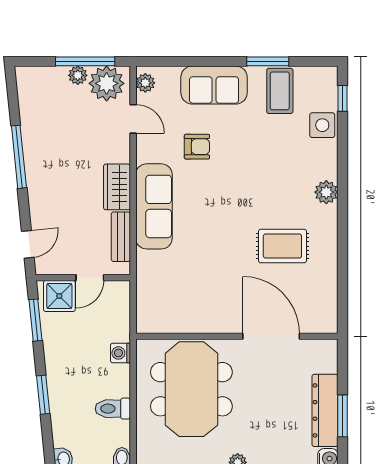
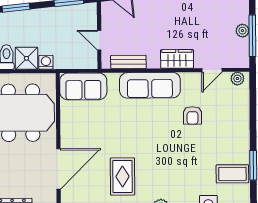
plant: (107, 83) -> (237, 51), removed
sofa: (214, 85) -> (83, 86), moved, turned -90
wardrobe: (117, 187) -> (177, 59), moved
shower: (59, 296) -> (26, 58), moved

